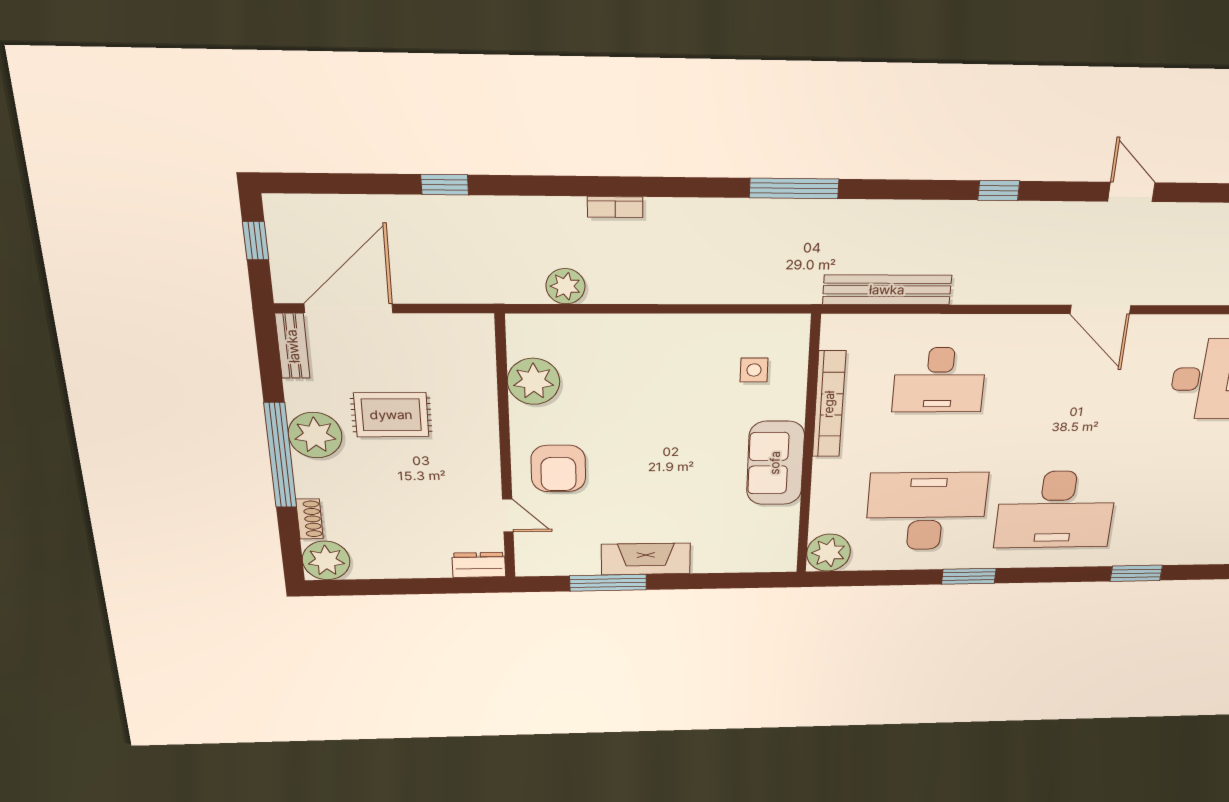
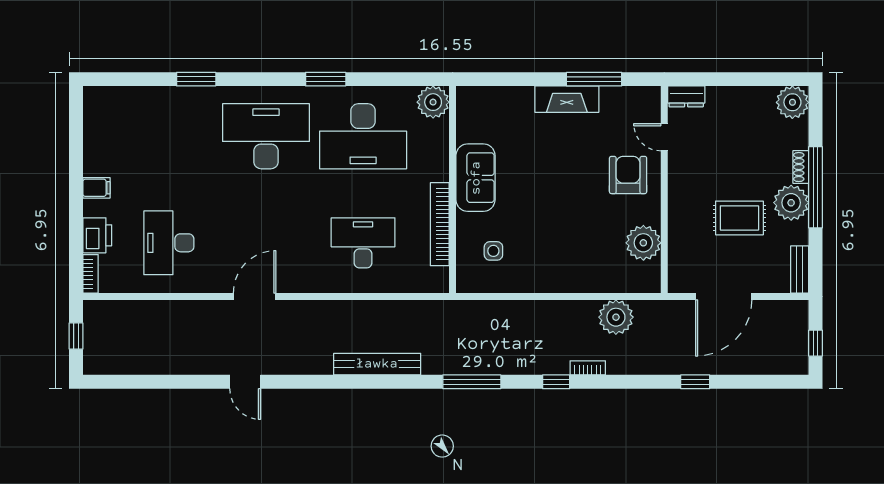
window: (999, 191) -> (556, 382), moved
plant: (565, 286) -> (616, 317), width x1.36, depth x1.36
bench: (887, 290) -> (377, 364), moved
door: (349, 308) -> (724, 296), moved
door: (1100, 310) -> (255, 296), hinge flipped
shoe rack: (309, 519) -> (801, 167), moved

